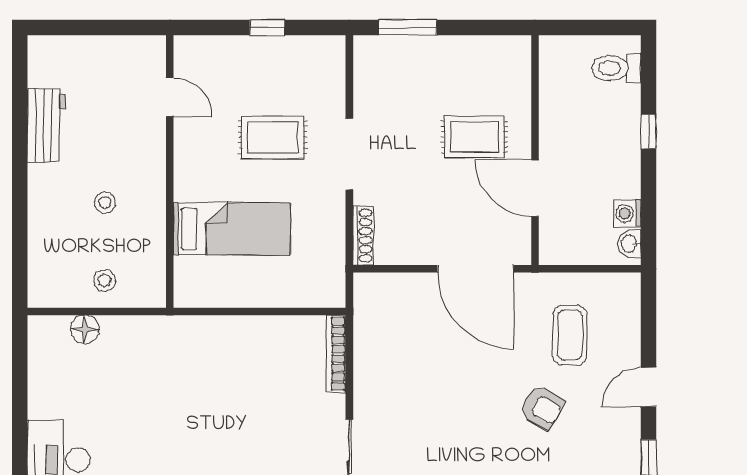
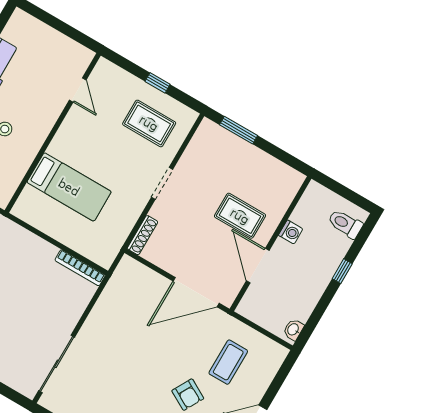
rug: (273, 137) -> (149, 123), moved
doorway: (349, 154) -> (162, 183), width x0.73
washing machine: (627, 213) -> (291, 232), moved, turned 180
door: (475, 269) -> (196, 292), hinge flipped
bookcase: (336, 354) -> (80, 268), moved, turned -90

